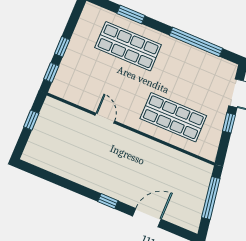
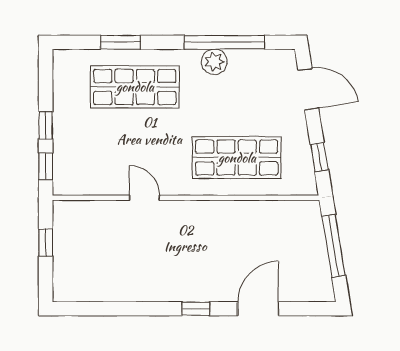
plant: (184, 51) -> (214, 62), added
window: (229, 123) -> (319, 157), moved

